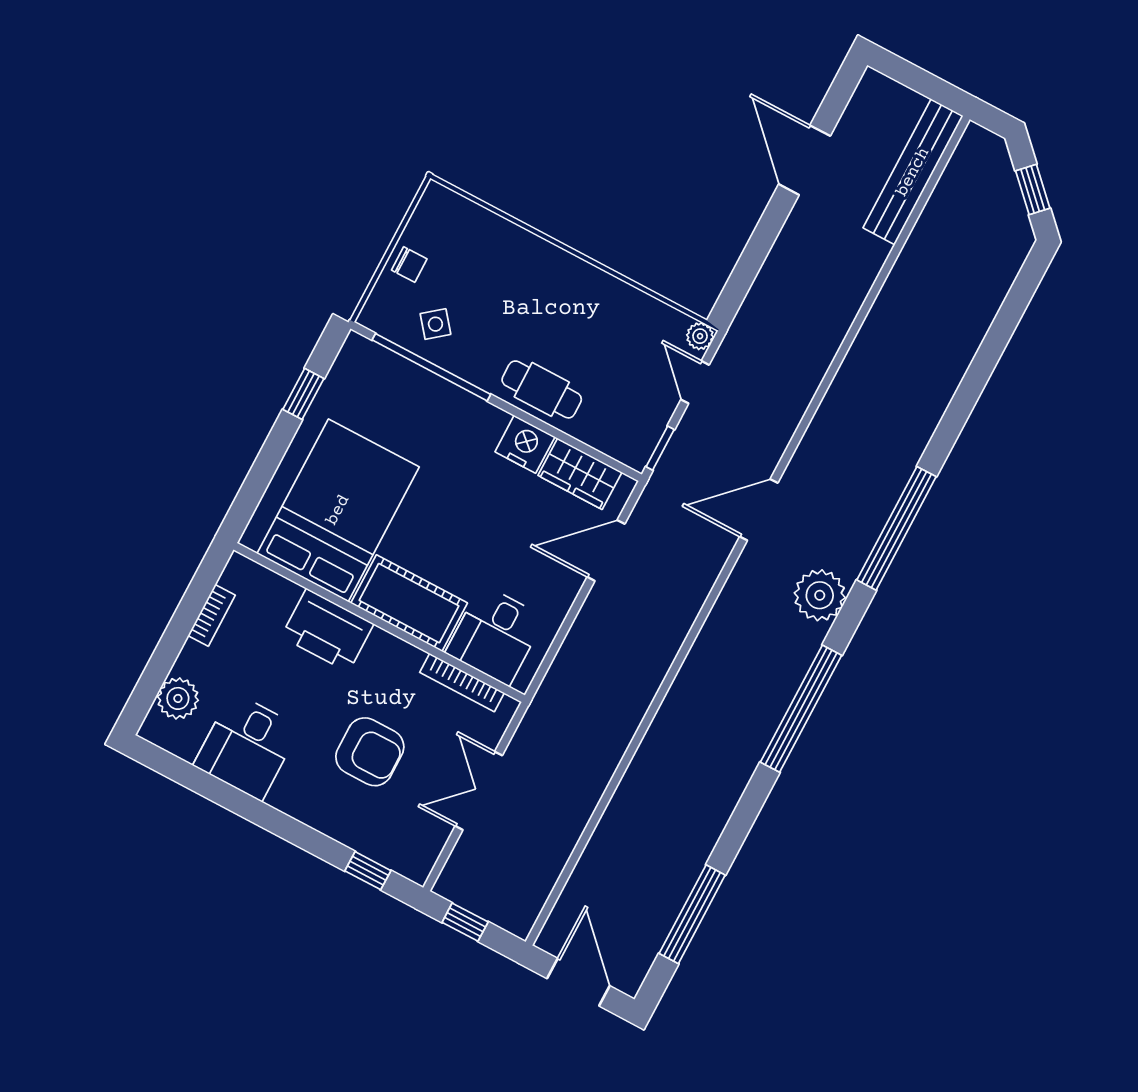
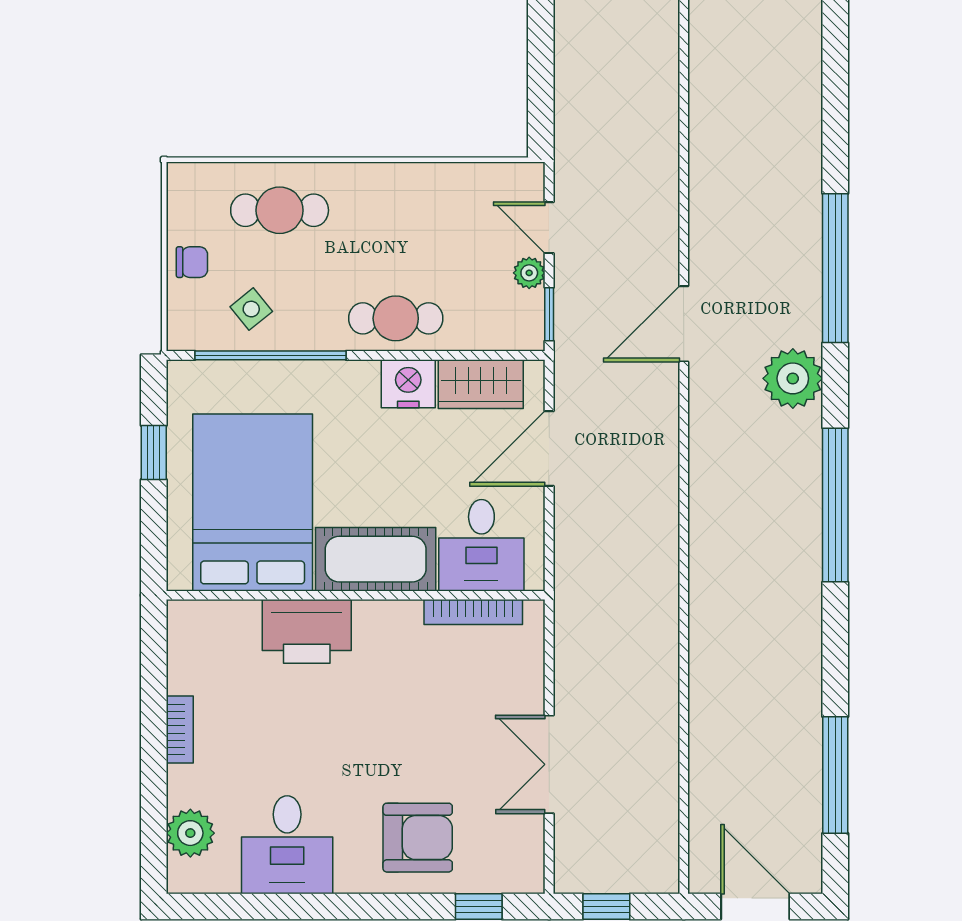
cafe table: (497, 260) -> (280, 210), added
plant: (700, 336) -> (529, 273), moved
bed: (338, 510) -> (253, 502), moved
cot: (409, 603) -> (376, 559), moved
wall: (379, 622) -> (356, 595), moved
printer: (327, 630) -> (307, 631), moved
desk: (495, 635) -> (481, 545), moved
bookcase: (462, 683) -> (473, 612), moved
armchair: (370, 752) -> (418, 838), moved

